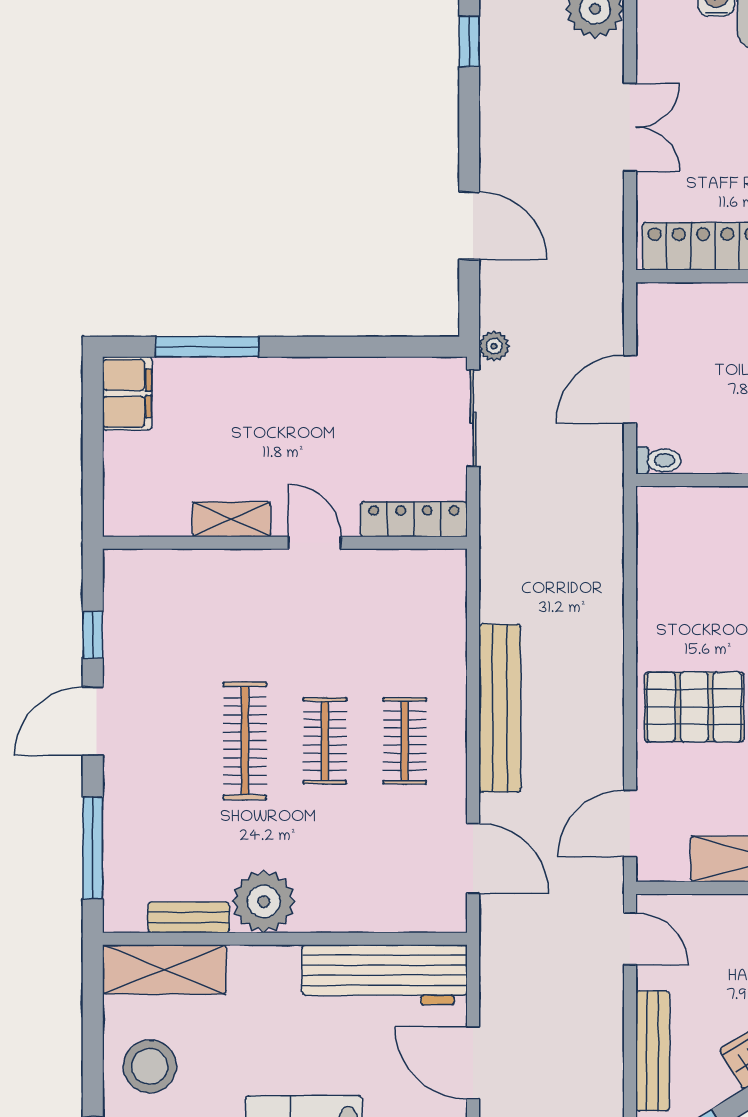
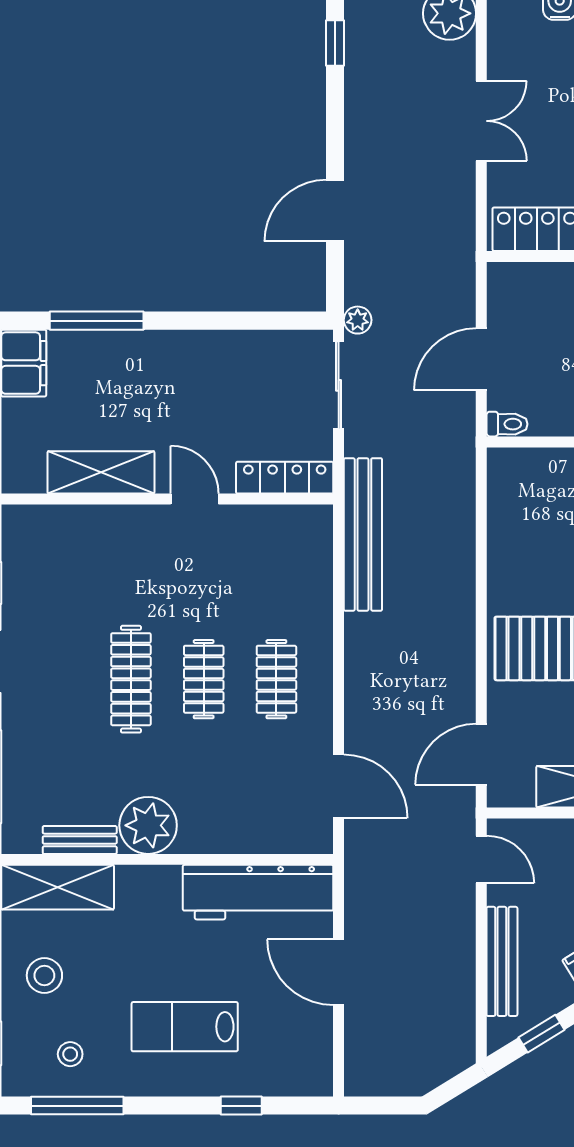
door: (469, 226) -> (335, 211), swing flipped
shelving: (231, 519) -> (101, 472), width x1.50, depth x1.33
bench: (500, 708) -> (363, 534), moved
stool: (150, 1066) -> (44, 975), width x0.73, depth x0.73

